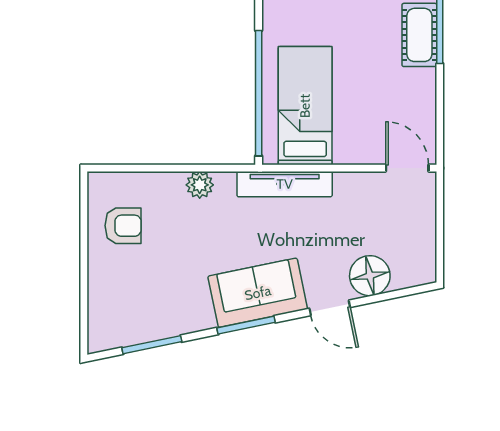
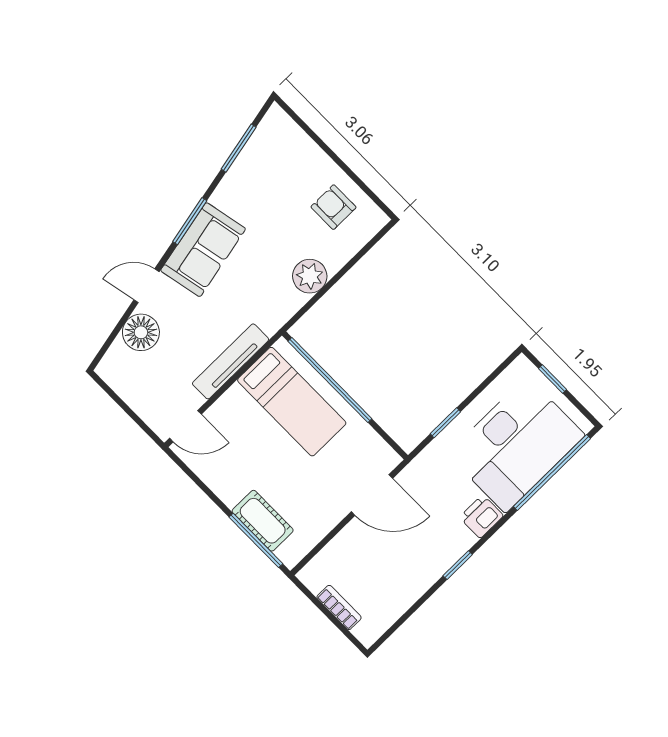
tv unit: (285, 184) -> (231, 361), moved
plant: (200, 185) -> (310, 276), width x1.38, depth x1.38
armchair: (123, 226) -> (334, 207), turned 90

